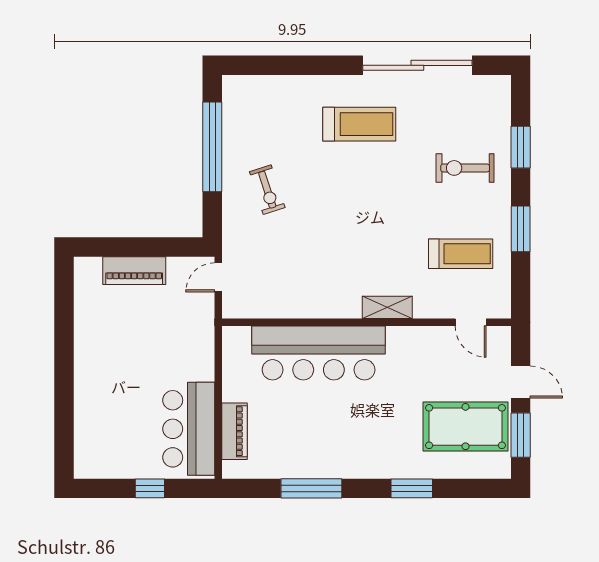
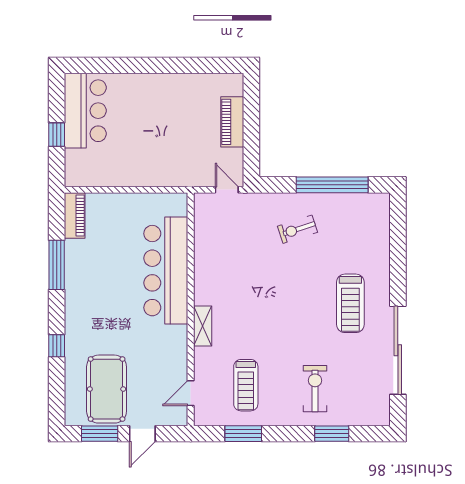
window: (521, 229) -> (243, 434), moved
bar counter: (189, 429) -> (85, 111), moved, turned 90
piano: (235, 431) -> (75, 215), moved, turned -90
window: (412, 488) -> (57, 346), width x0.67

